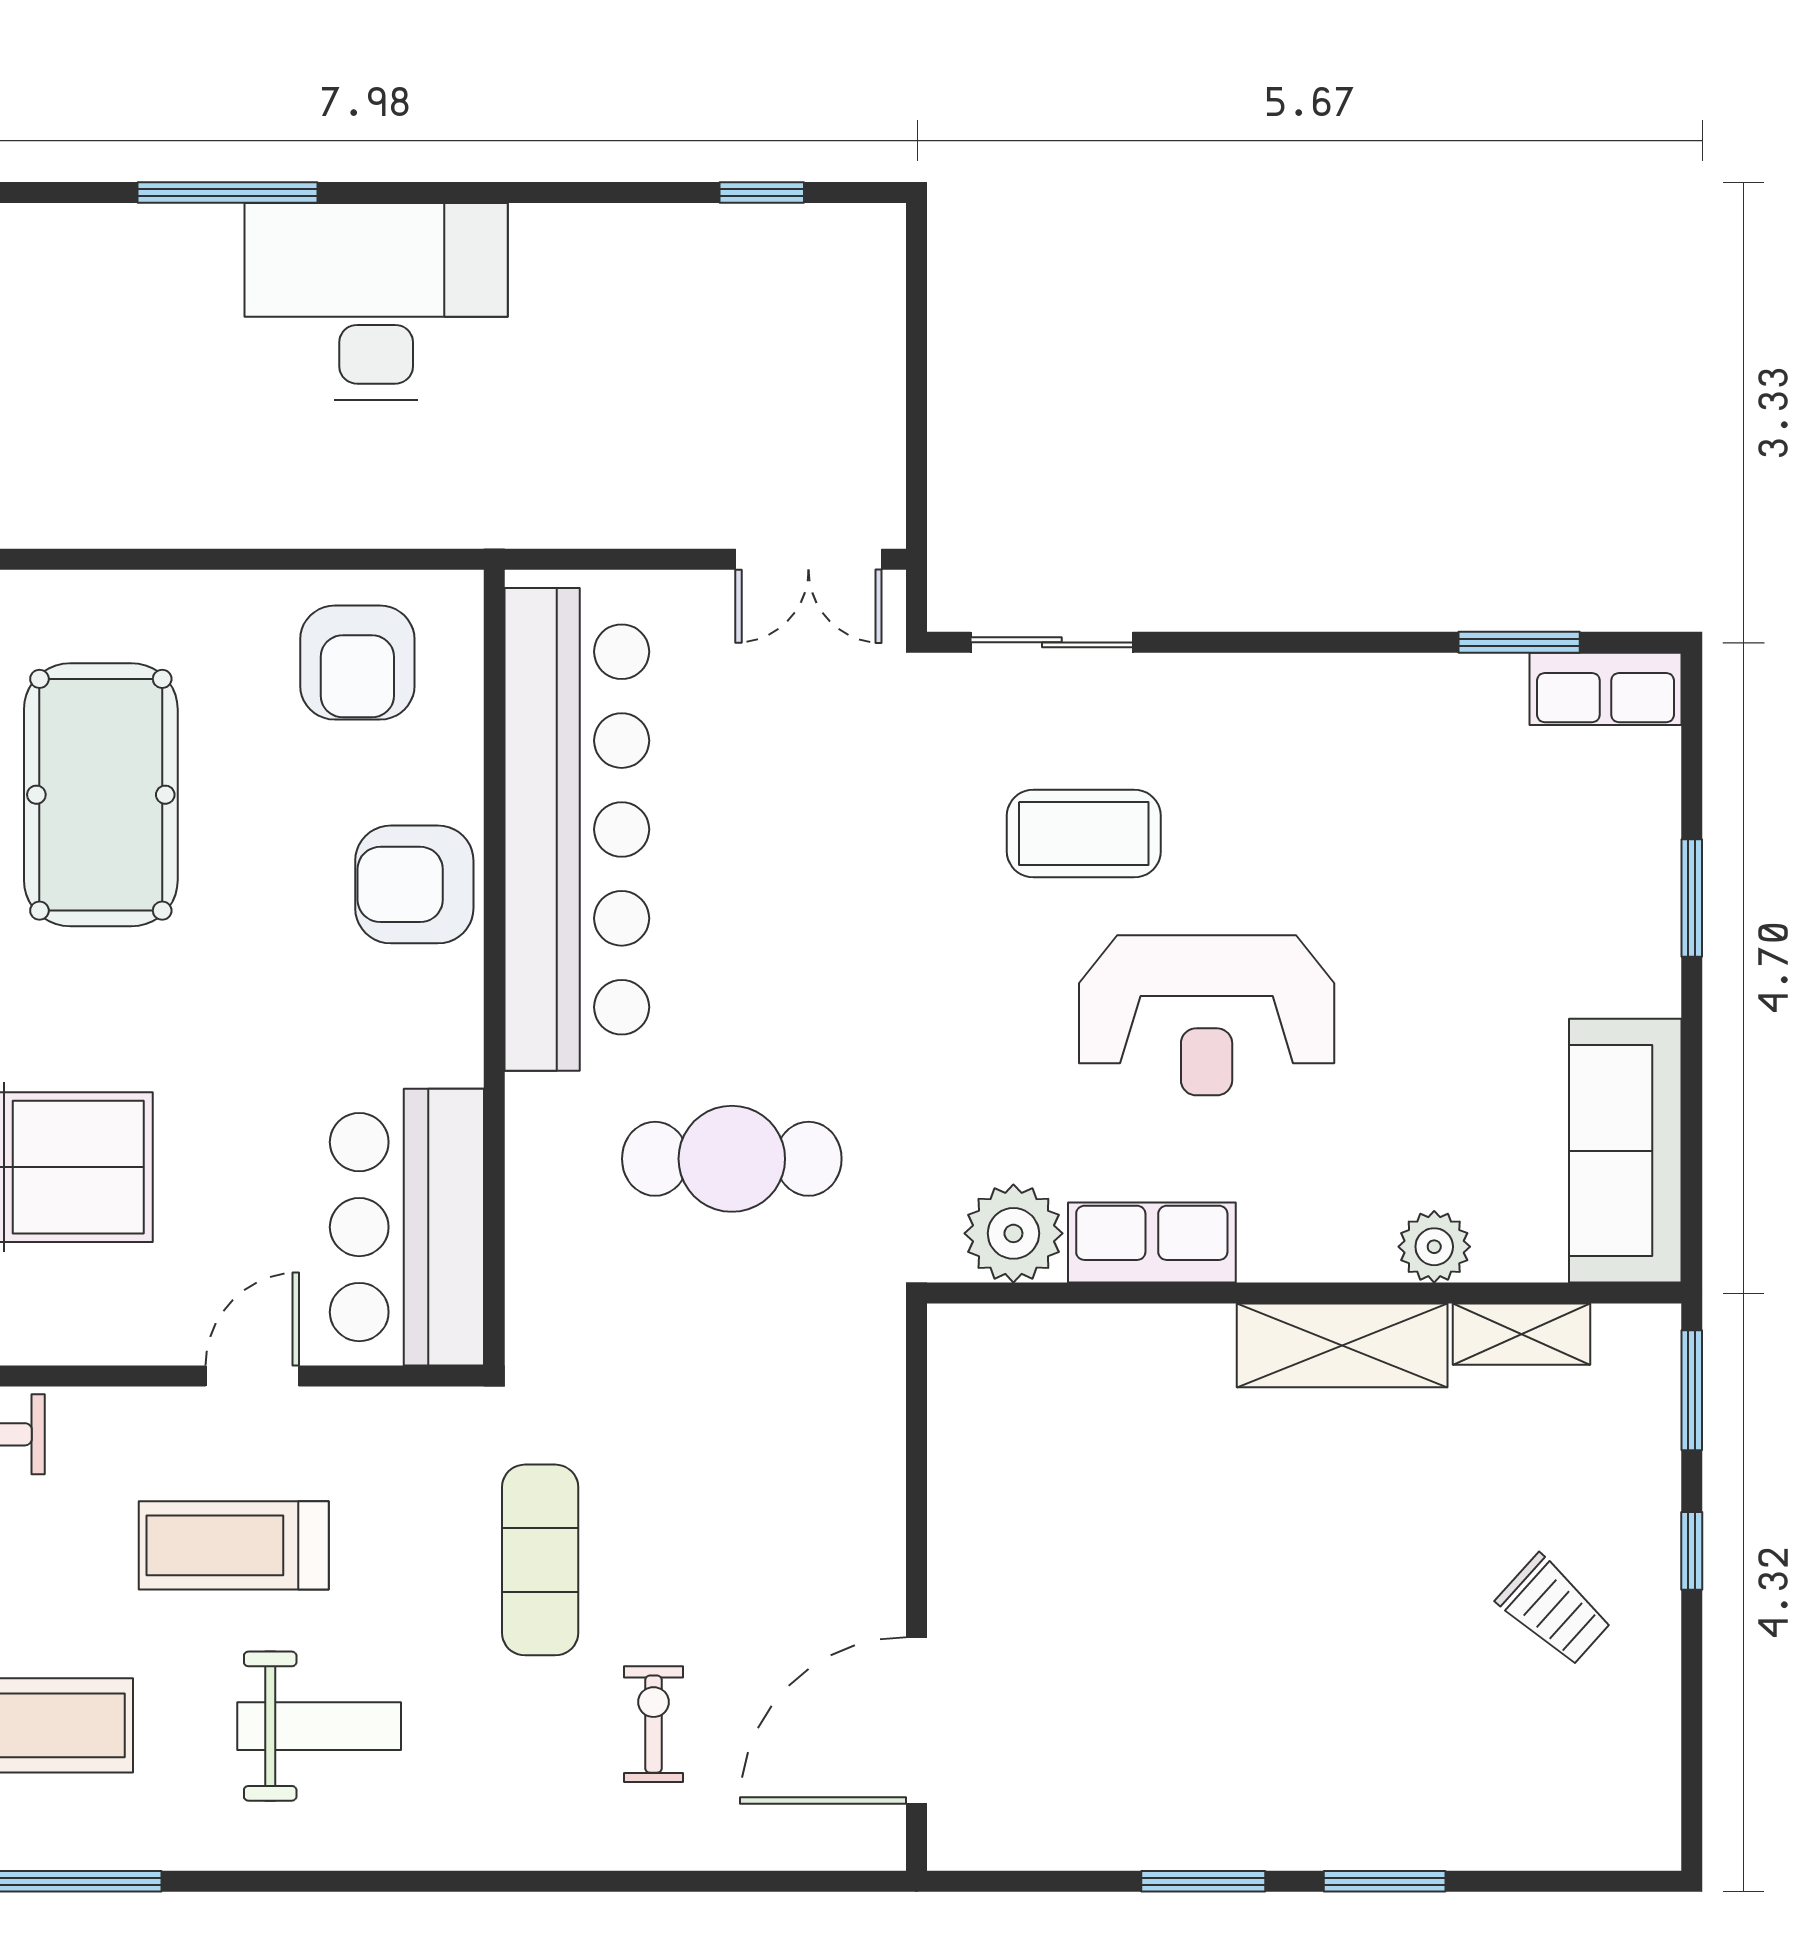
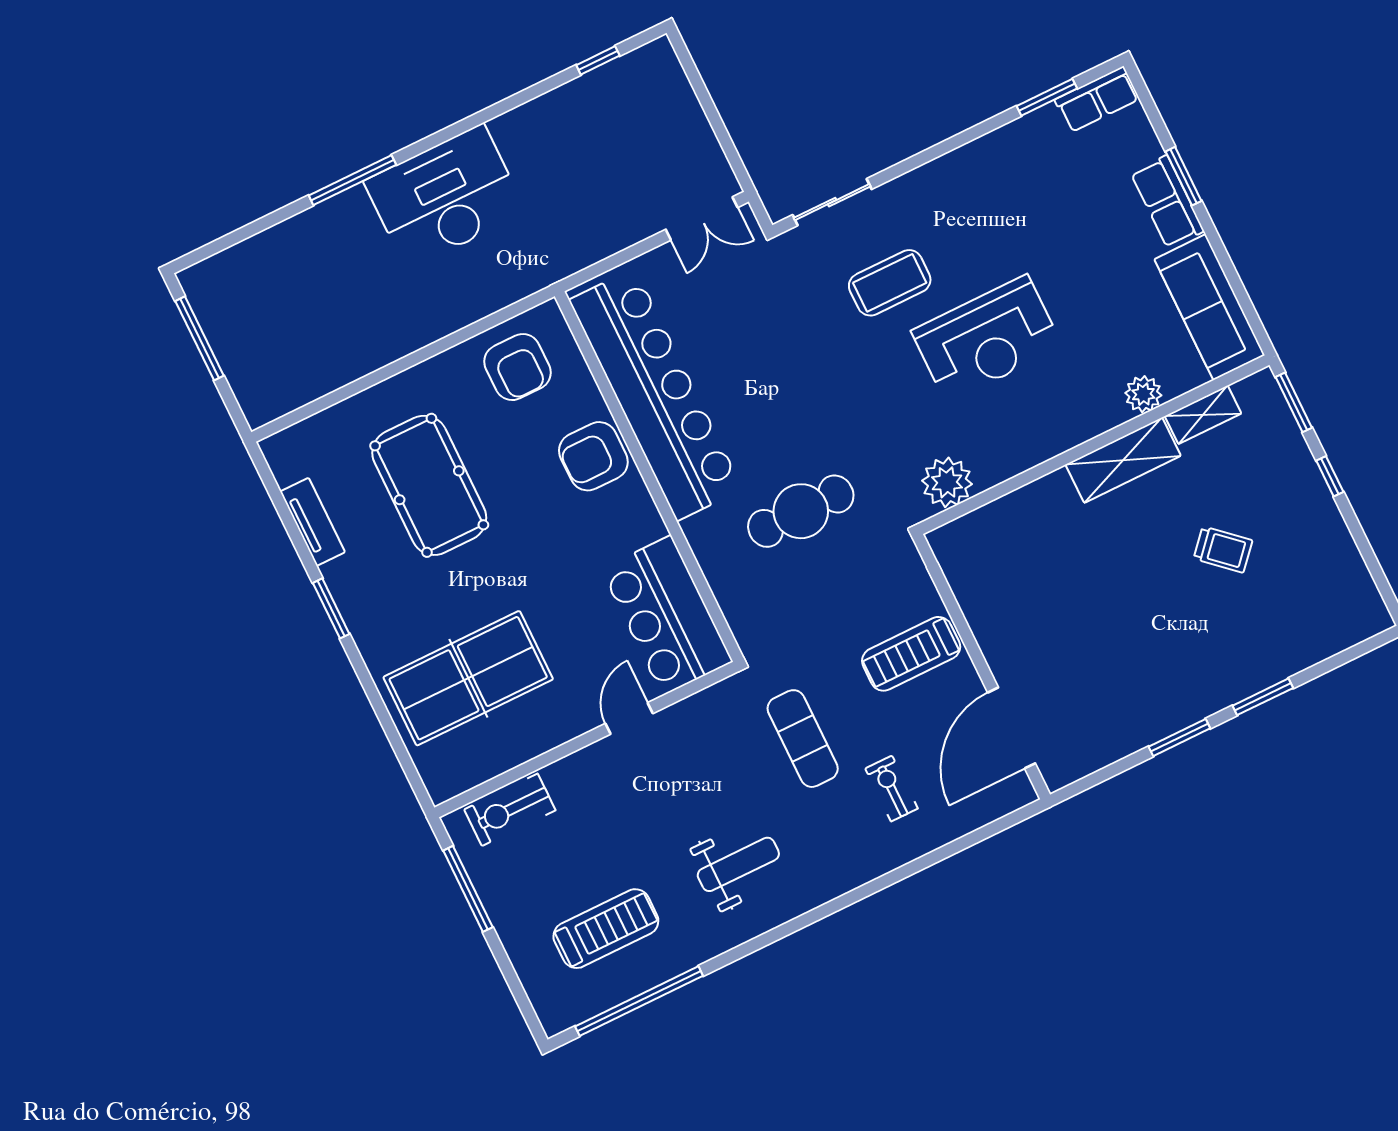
row of seats: (1152, 1242) -> (1167, 202), moved, turned -90
treadmill: (234, 1545) -> (911, 654), moved
trolley: (1554, 1610) -> (1223, 550), moved

